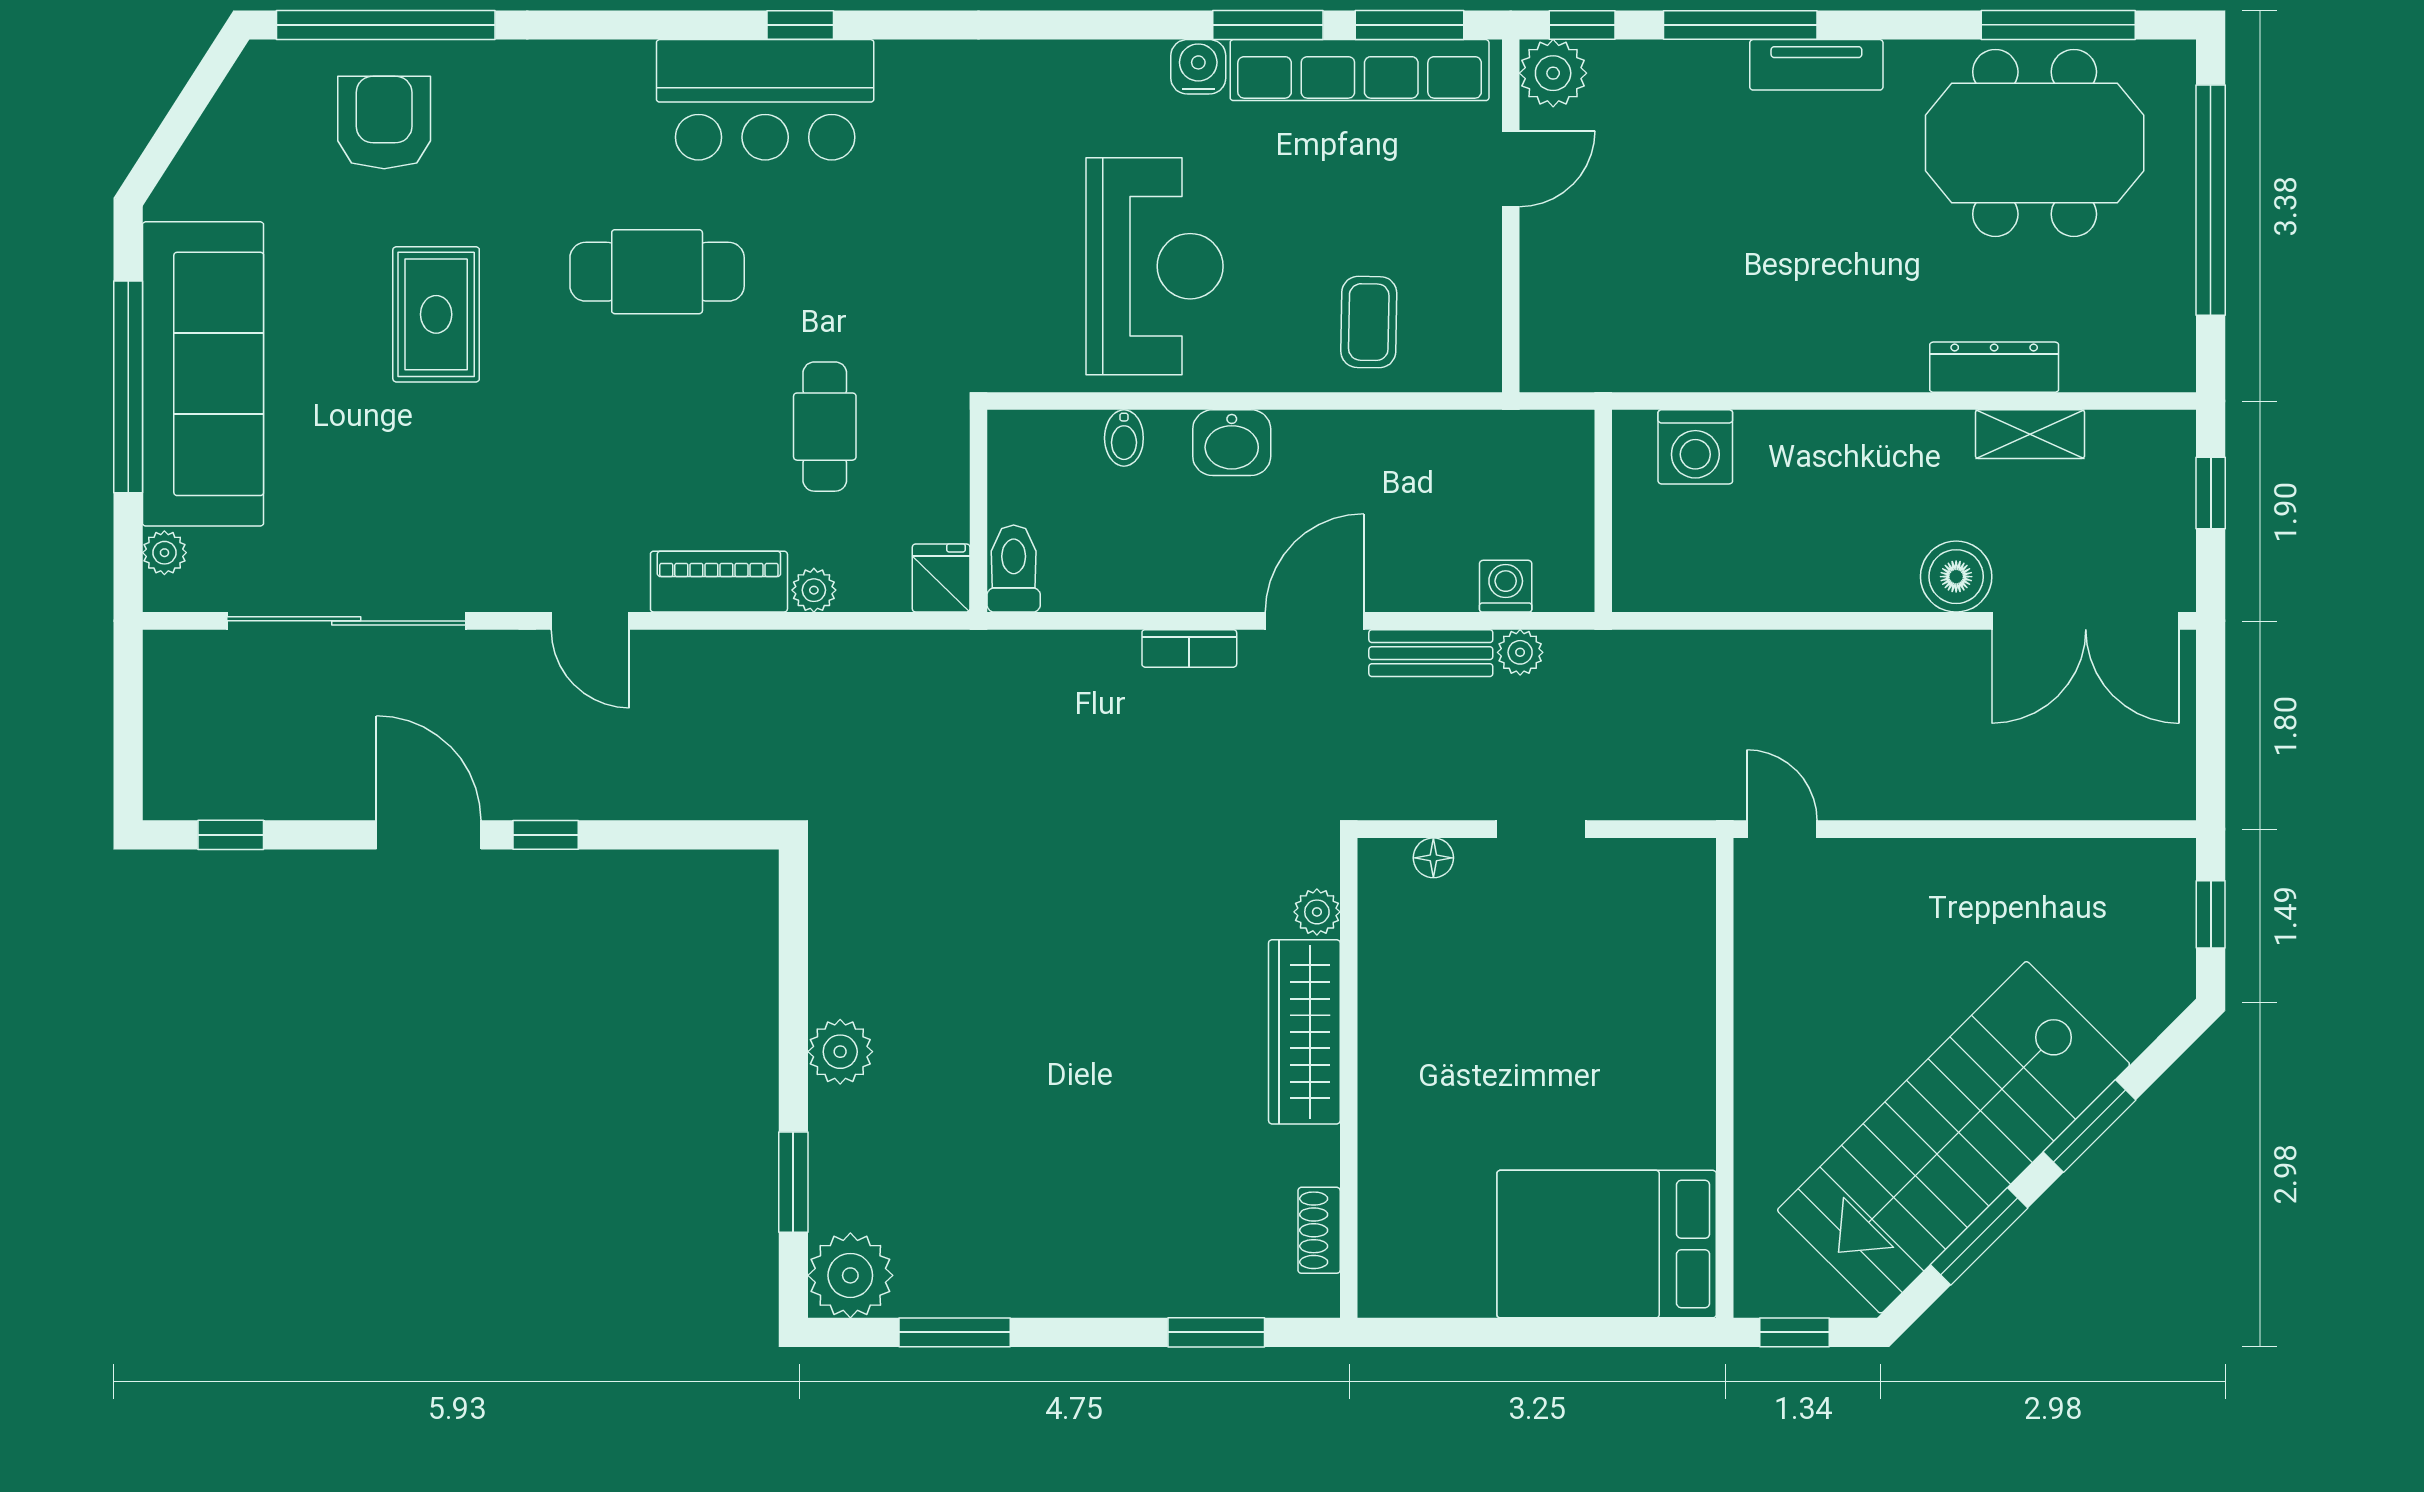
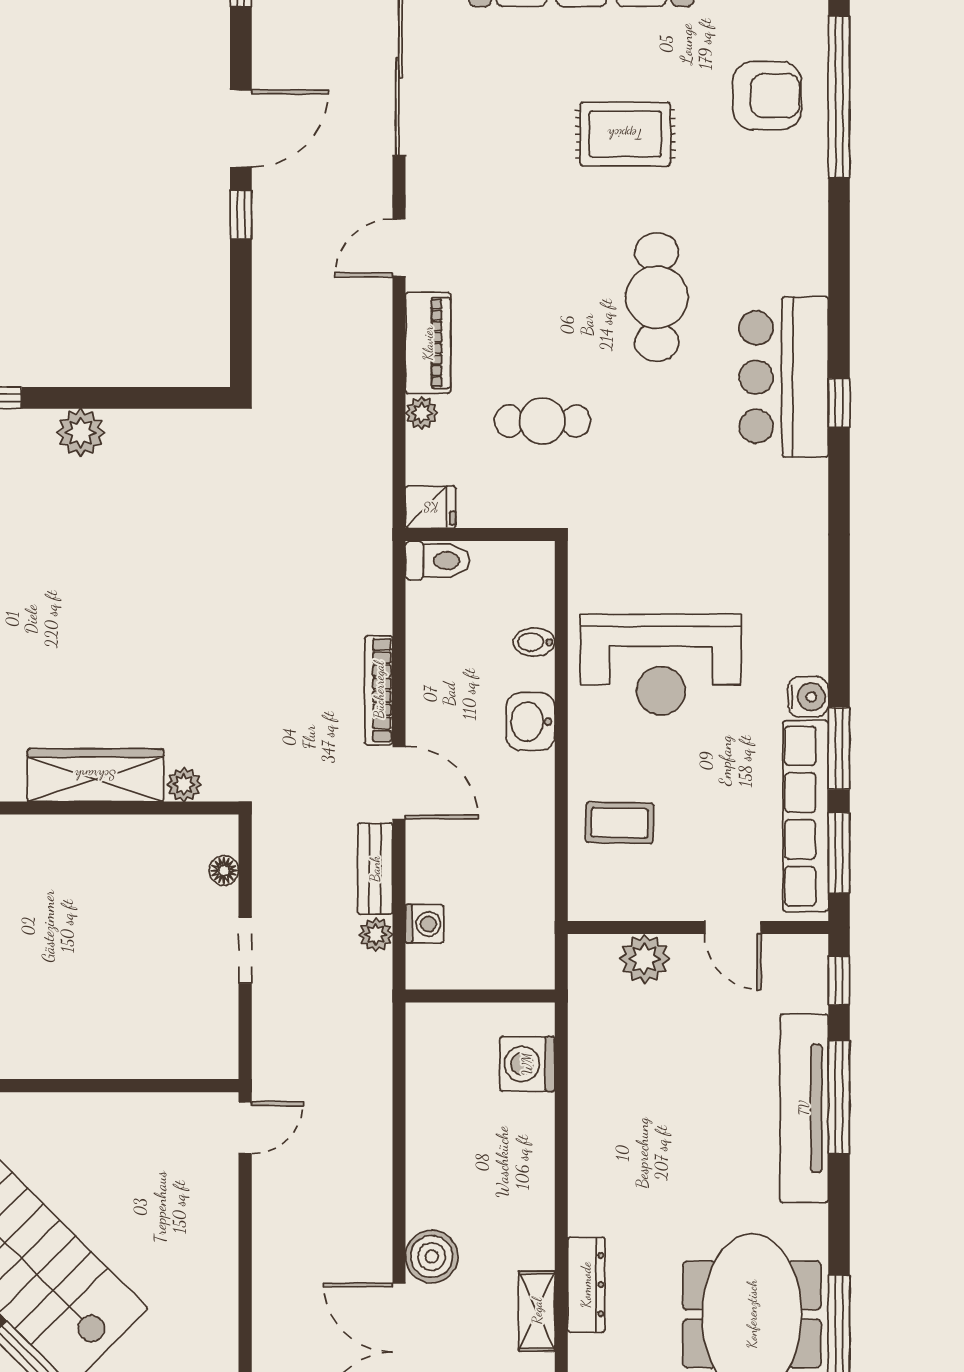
tv unit: (1816, 65) -> (804, 1108), width x1.92, depth x1.29
plant: (1553, 73) -> (644, 959), moved
bookcase: (1189, 648) -> (379, 690), width x1.56

